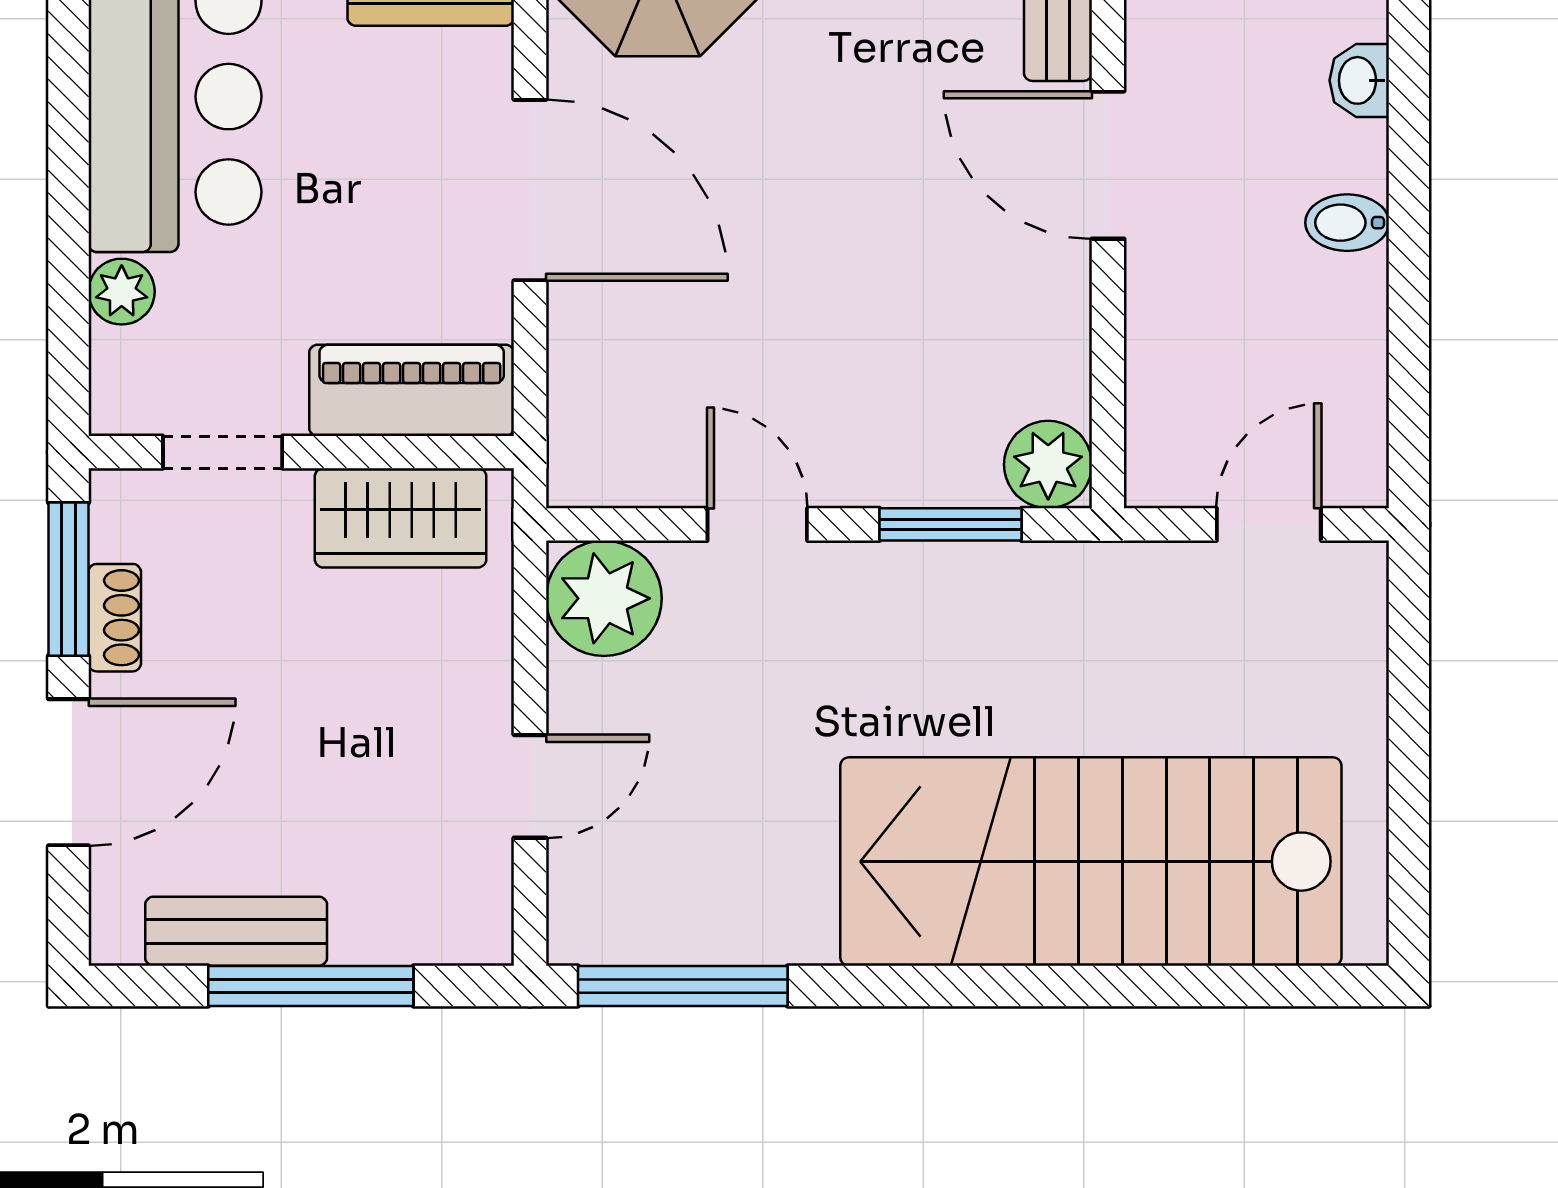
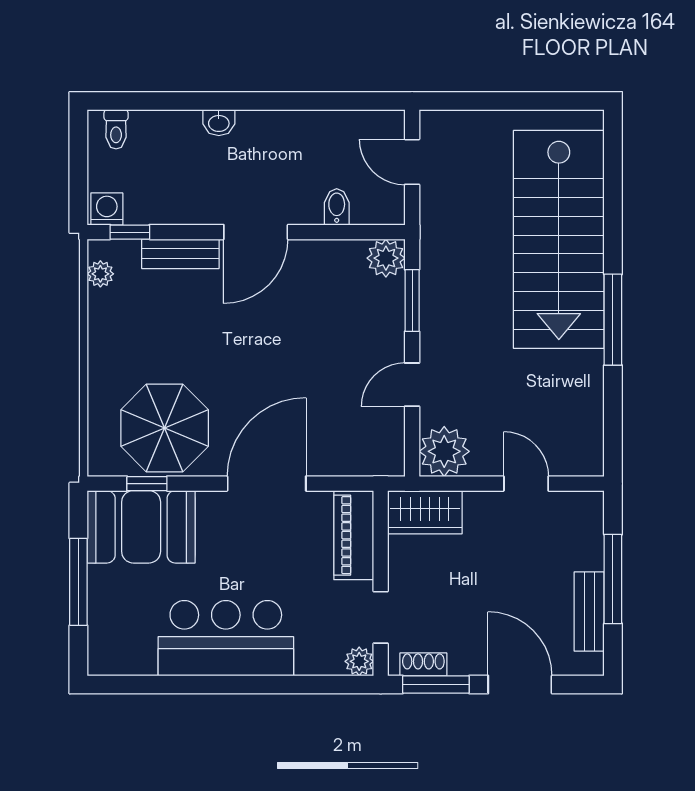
bidet: (1347, 223) -> (337, 207), moved, turned 180
plant: (122, 292) -> (359, 661), moved
wardrobe: (401, 518) -> (425, 512), moved, turned 90
shoe rack: (115, 618) -> (423, 664), moved
window: (683, 986) -> (613, 320), moved

